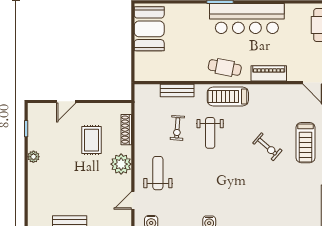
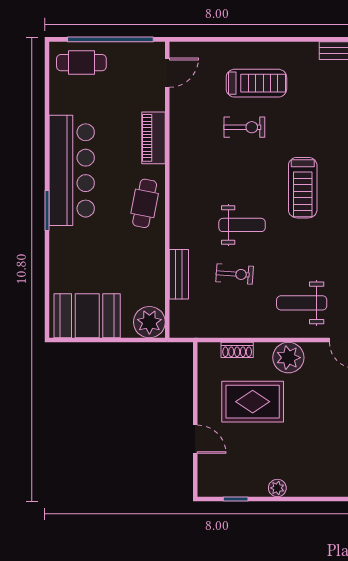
plant: (145, 71) -> (149, 322), added
treadmill: (228, 96) -> (303, 188), moved
shoe rack: (126, 130) -> (237, 350), width x0.70
rug: (92, 140) -> (253, 402), width x1.36, depth x1.43
exercise bike: (267, 147) -> (244, 127), moved, turned 49

